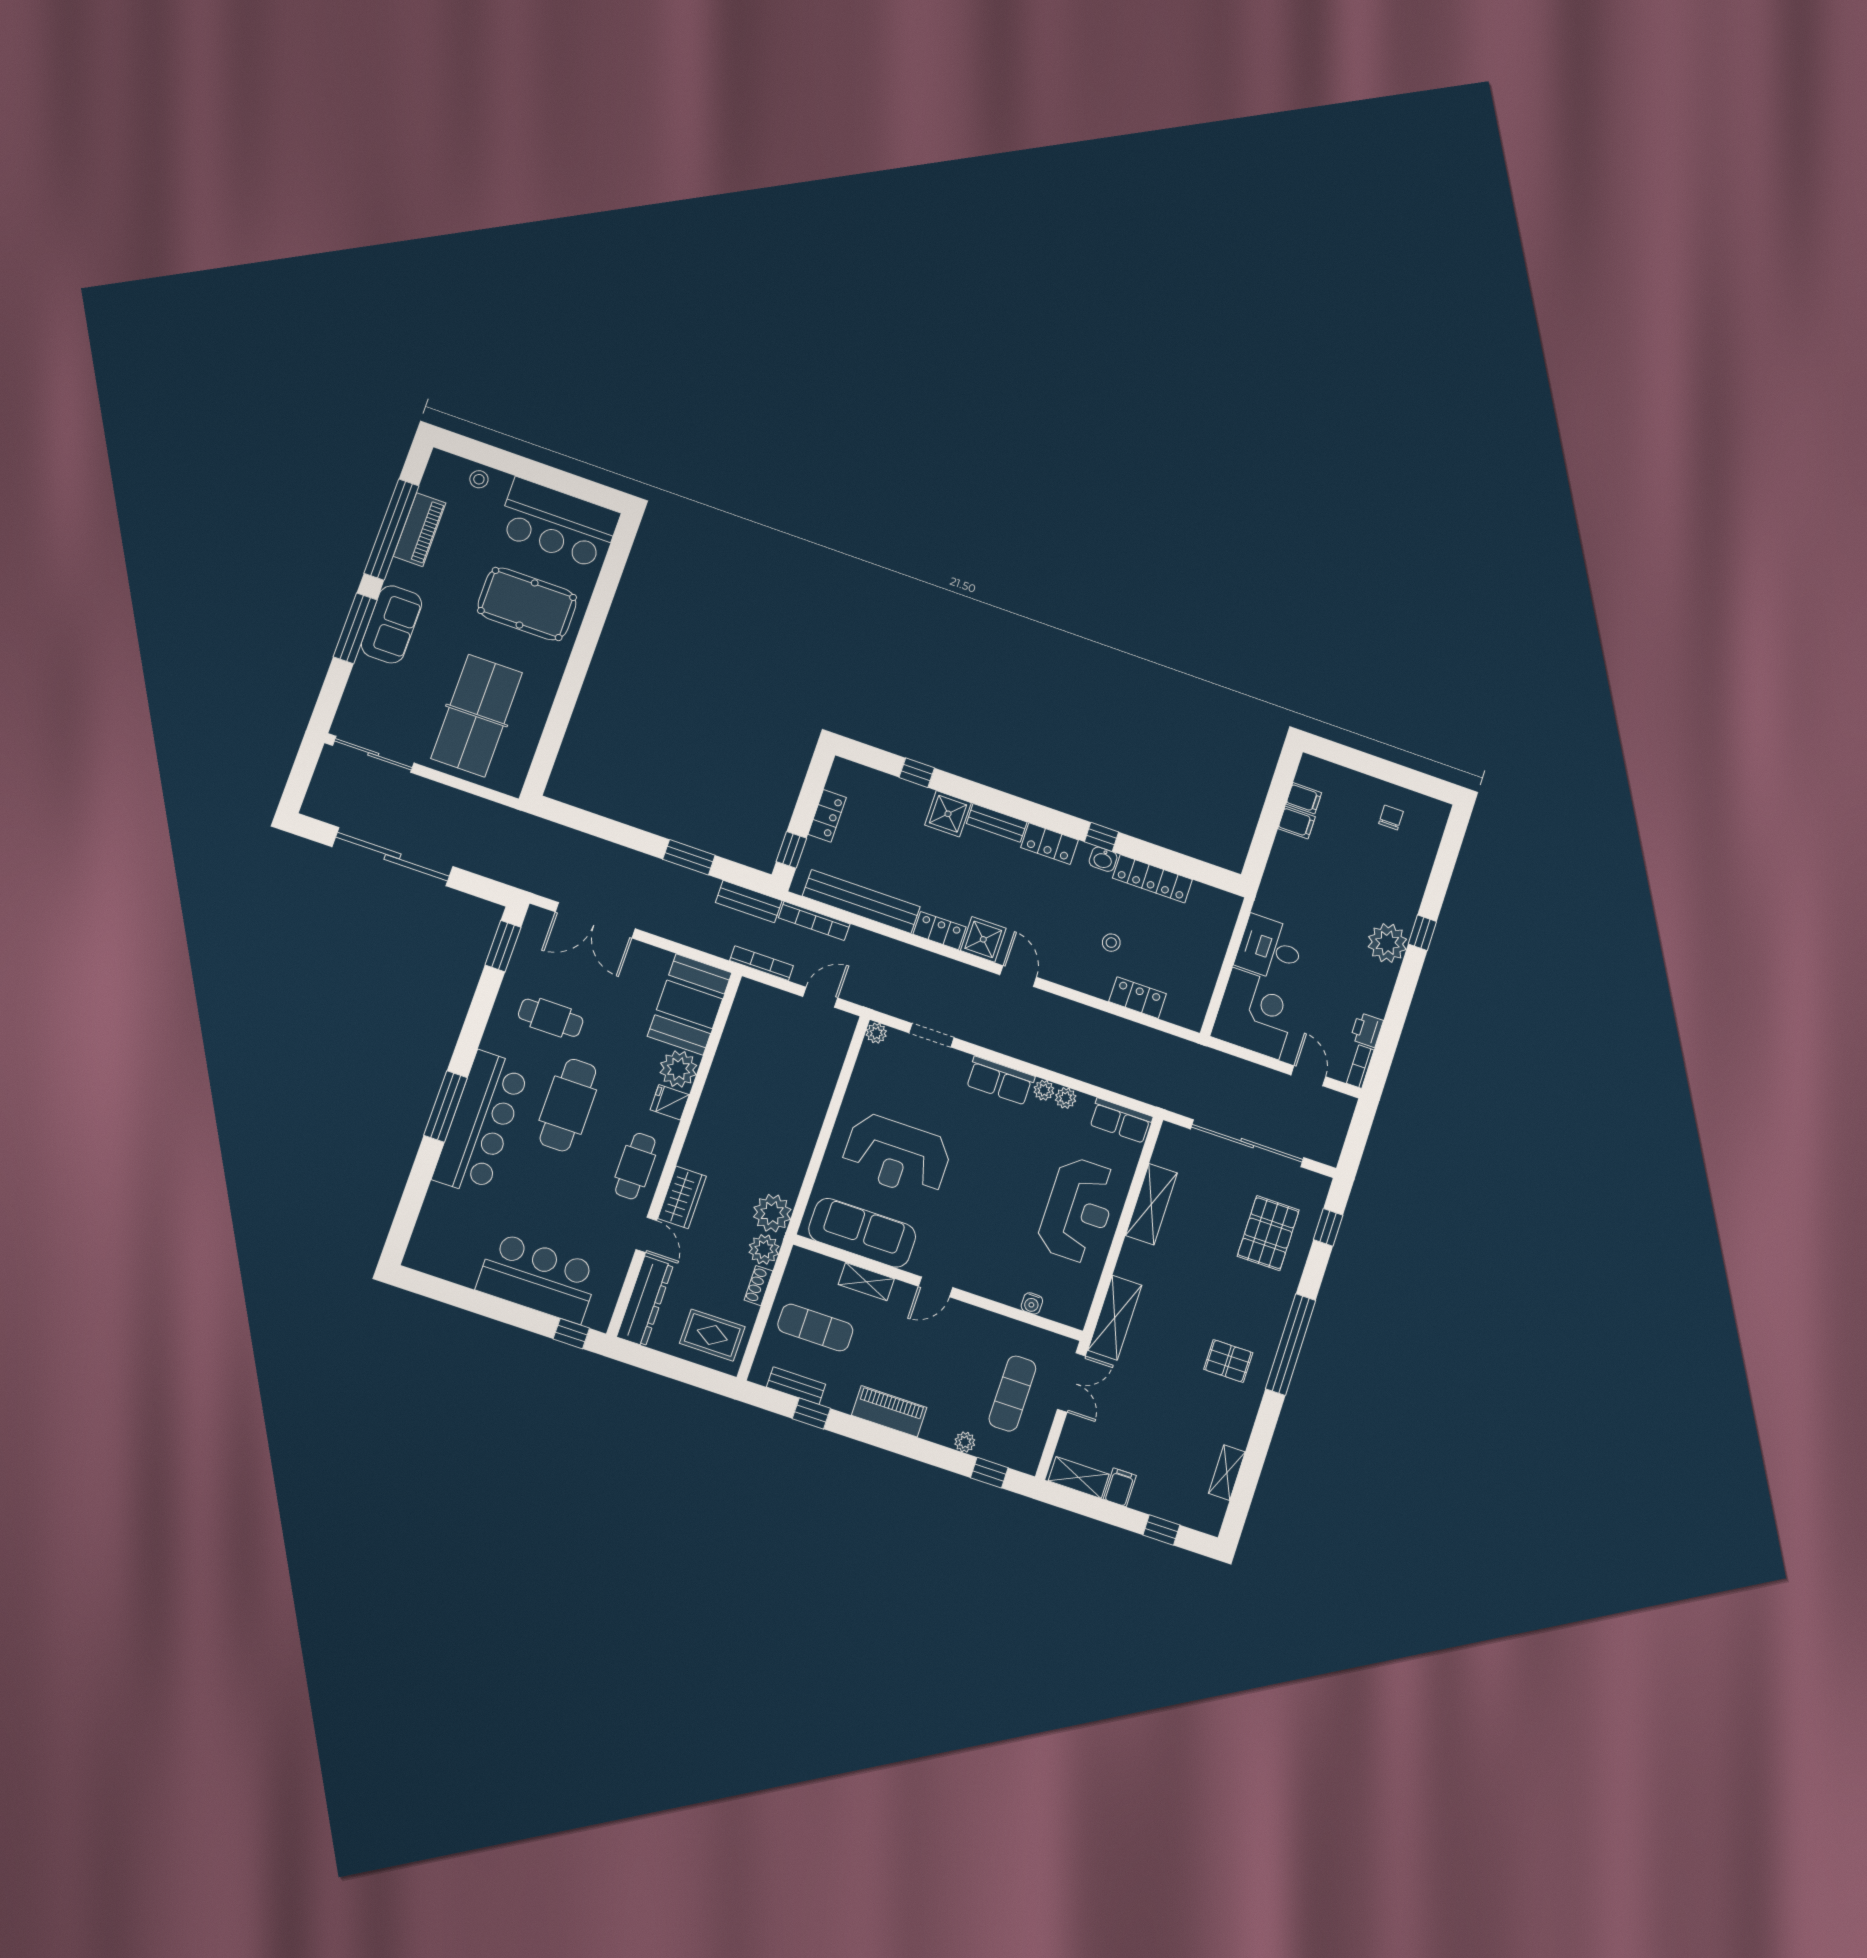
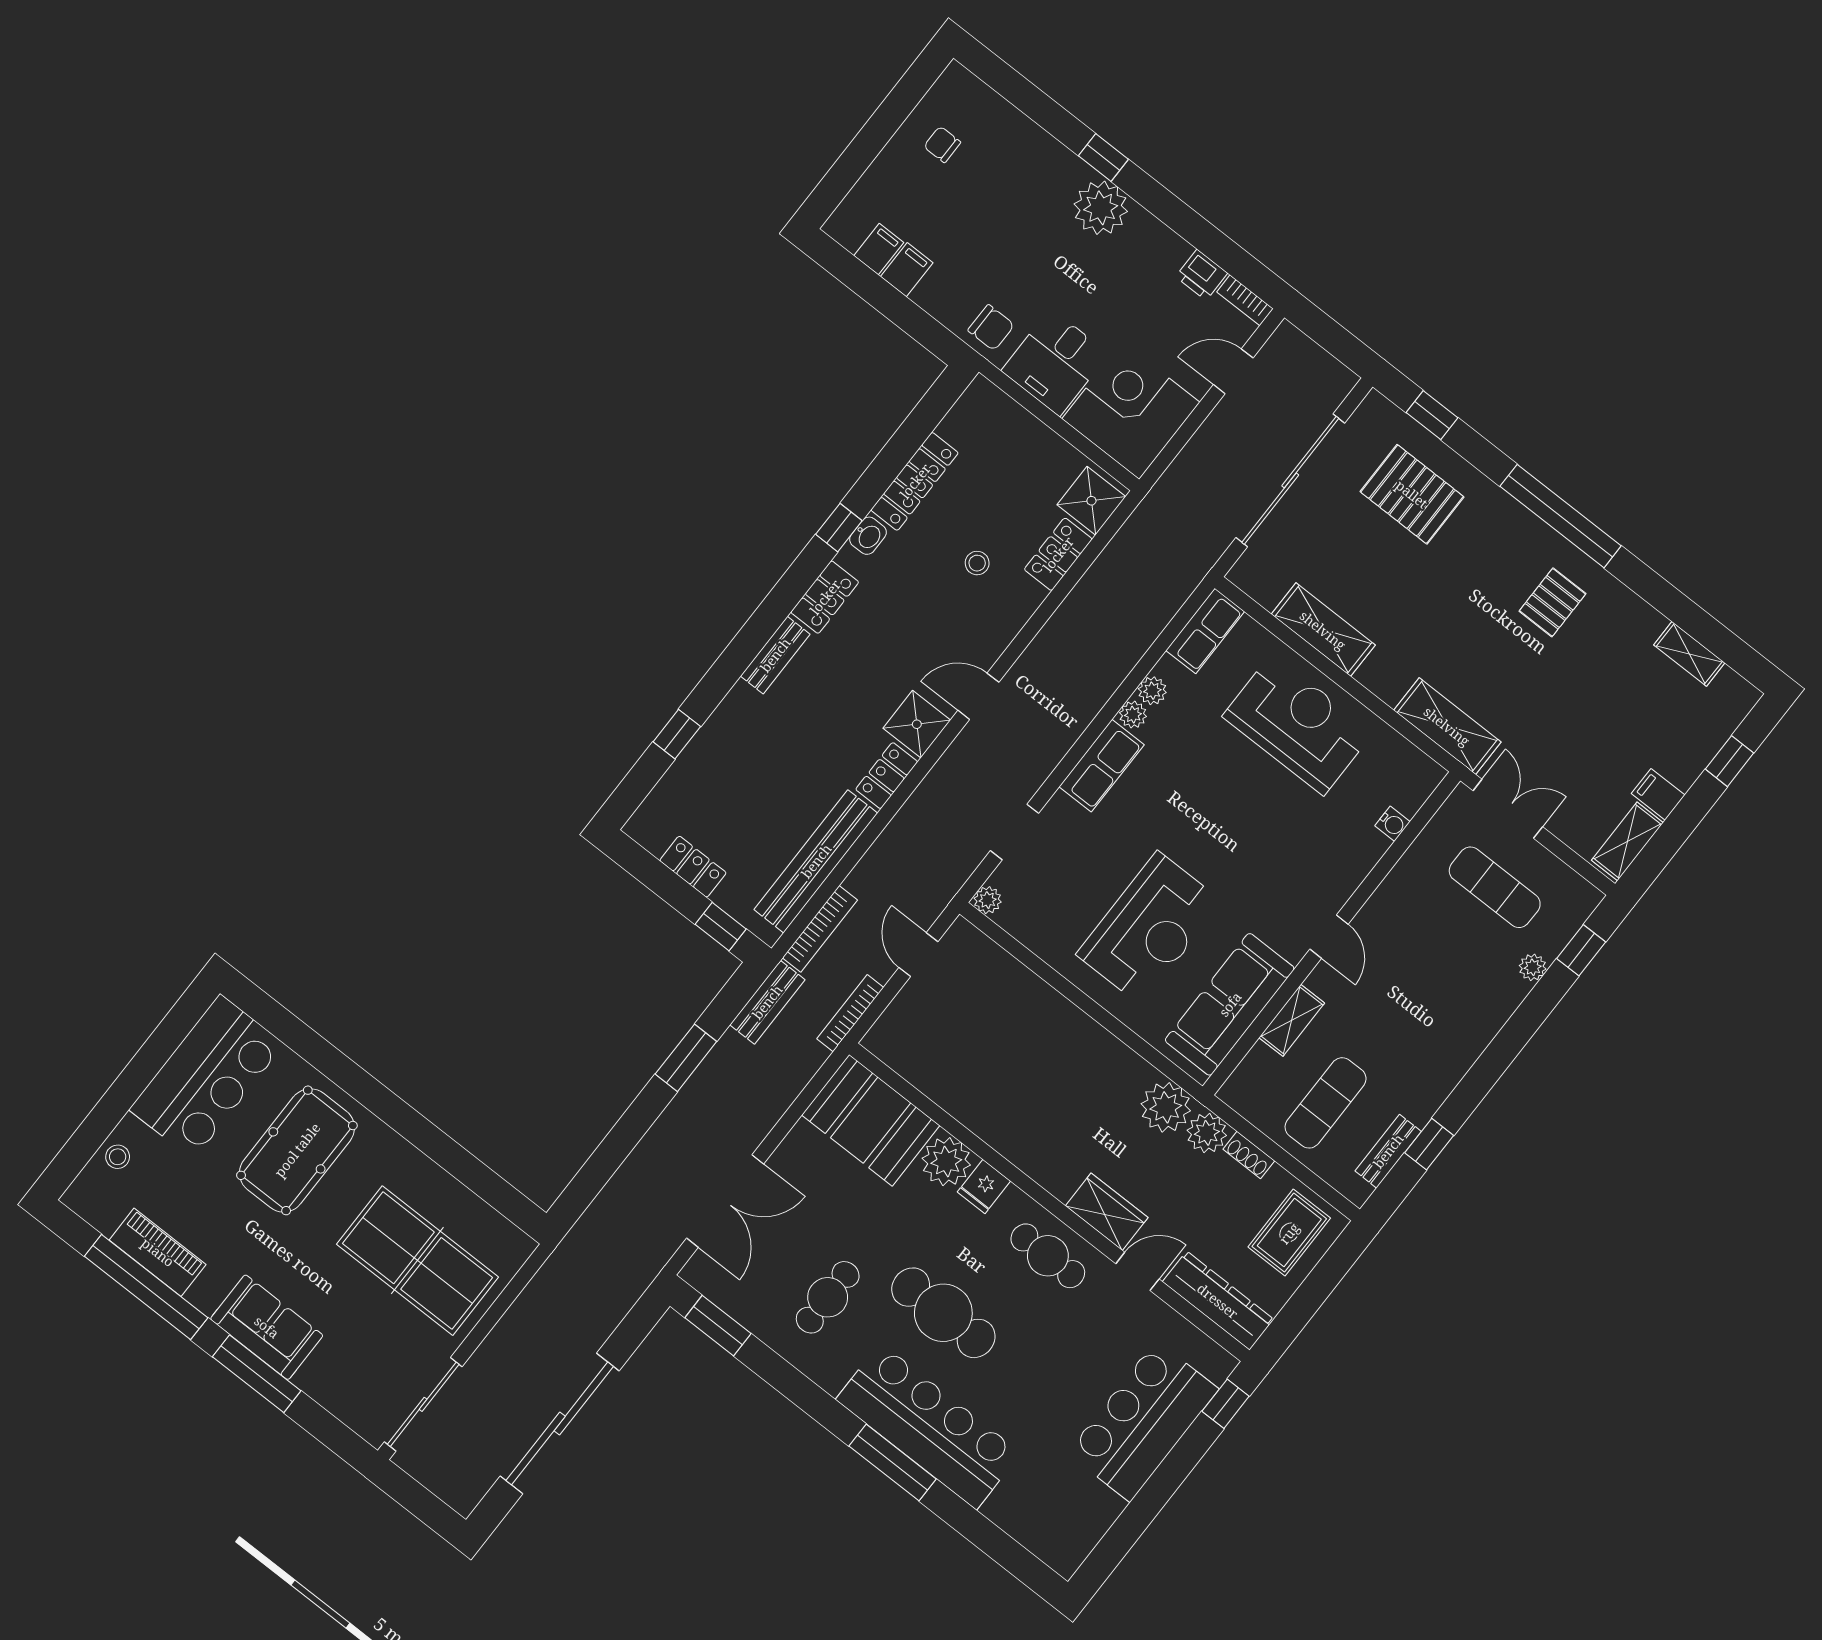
shower: (948, 814) -> (1091, 501), moved
chair: (1278, 895) -> (991, 328), added
piano: (889, 1411) -> (1461, 1048), removed

